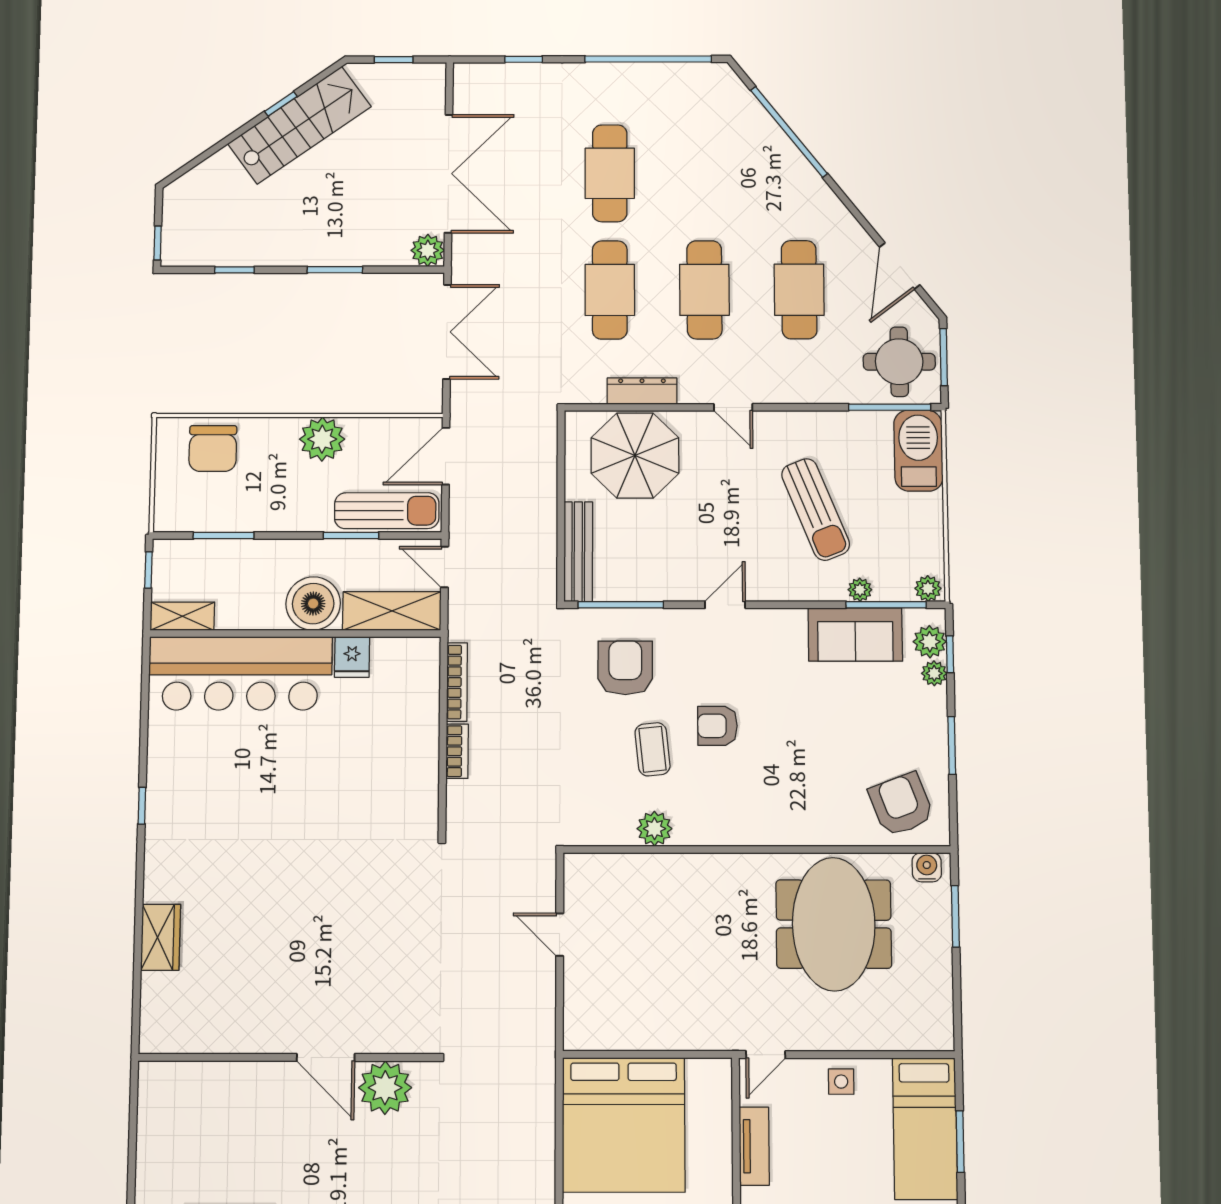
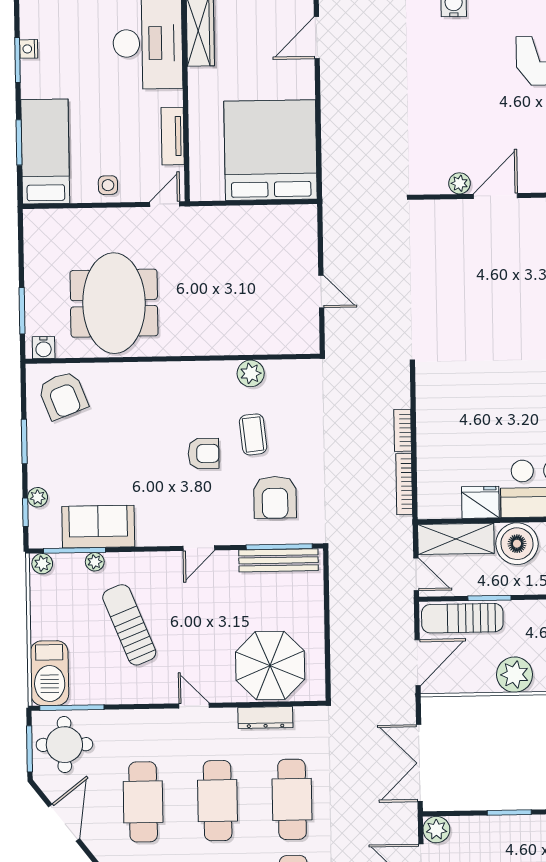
bench: (578, 552) -> (278, 560), moved, turned 90
plant: (930, 642) -> (41, 522), removed
fridge: (352, 657) -> (480, 502), width x1.38
door: (326, 1057) -> (495, 196), hinge flipped
plant: (385, 1088) -> (459, 183), width x0.53, depth x0.53

